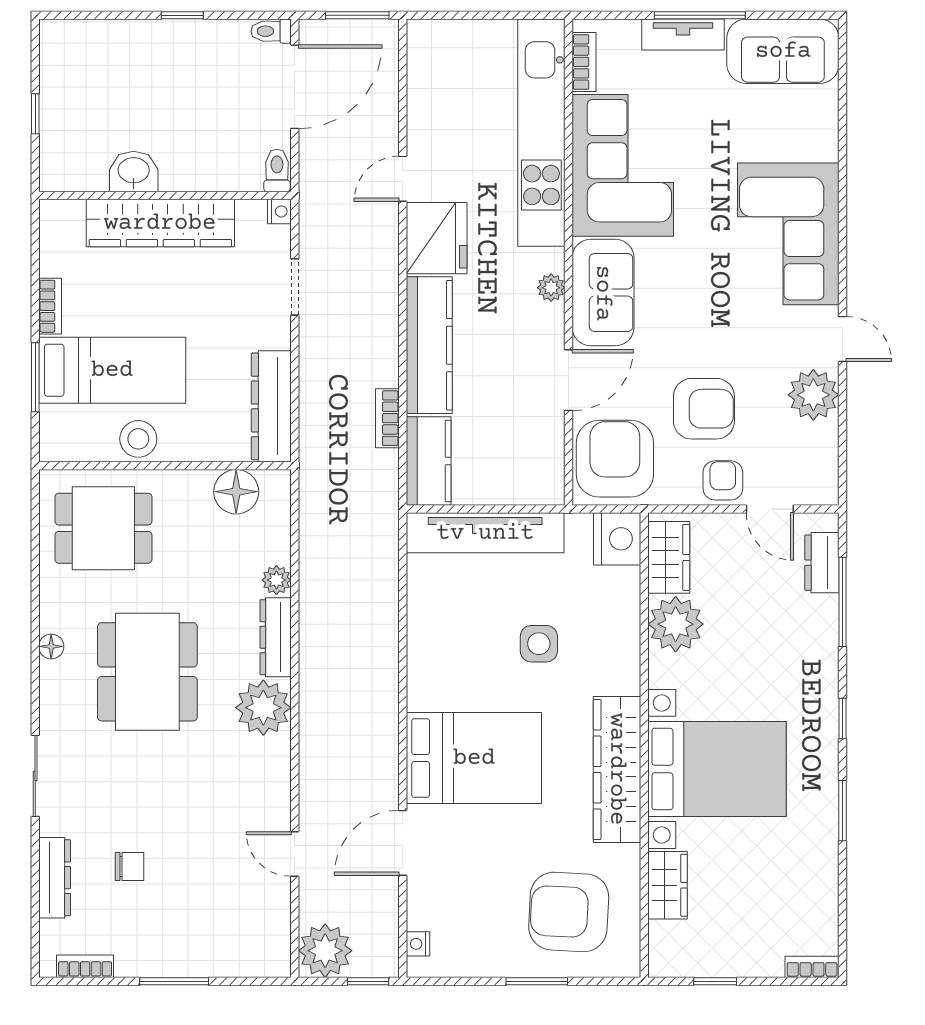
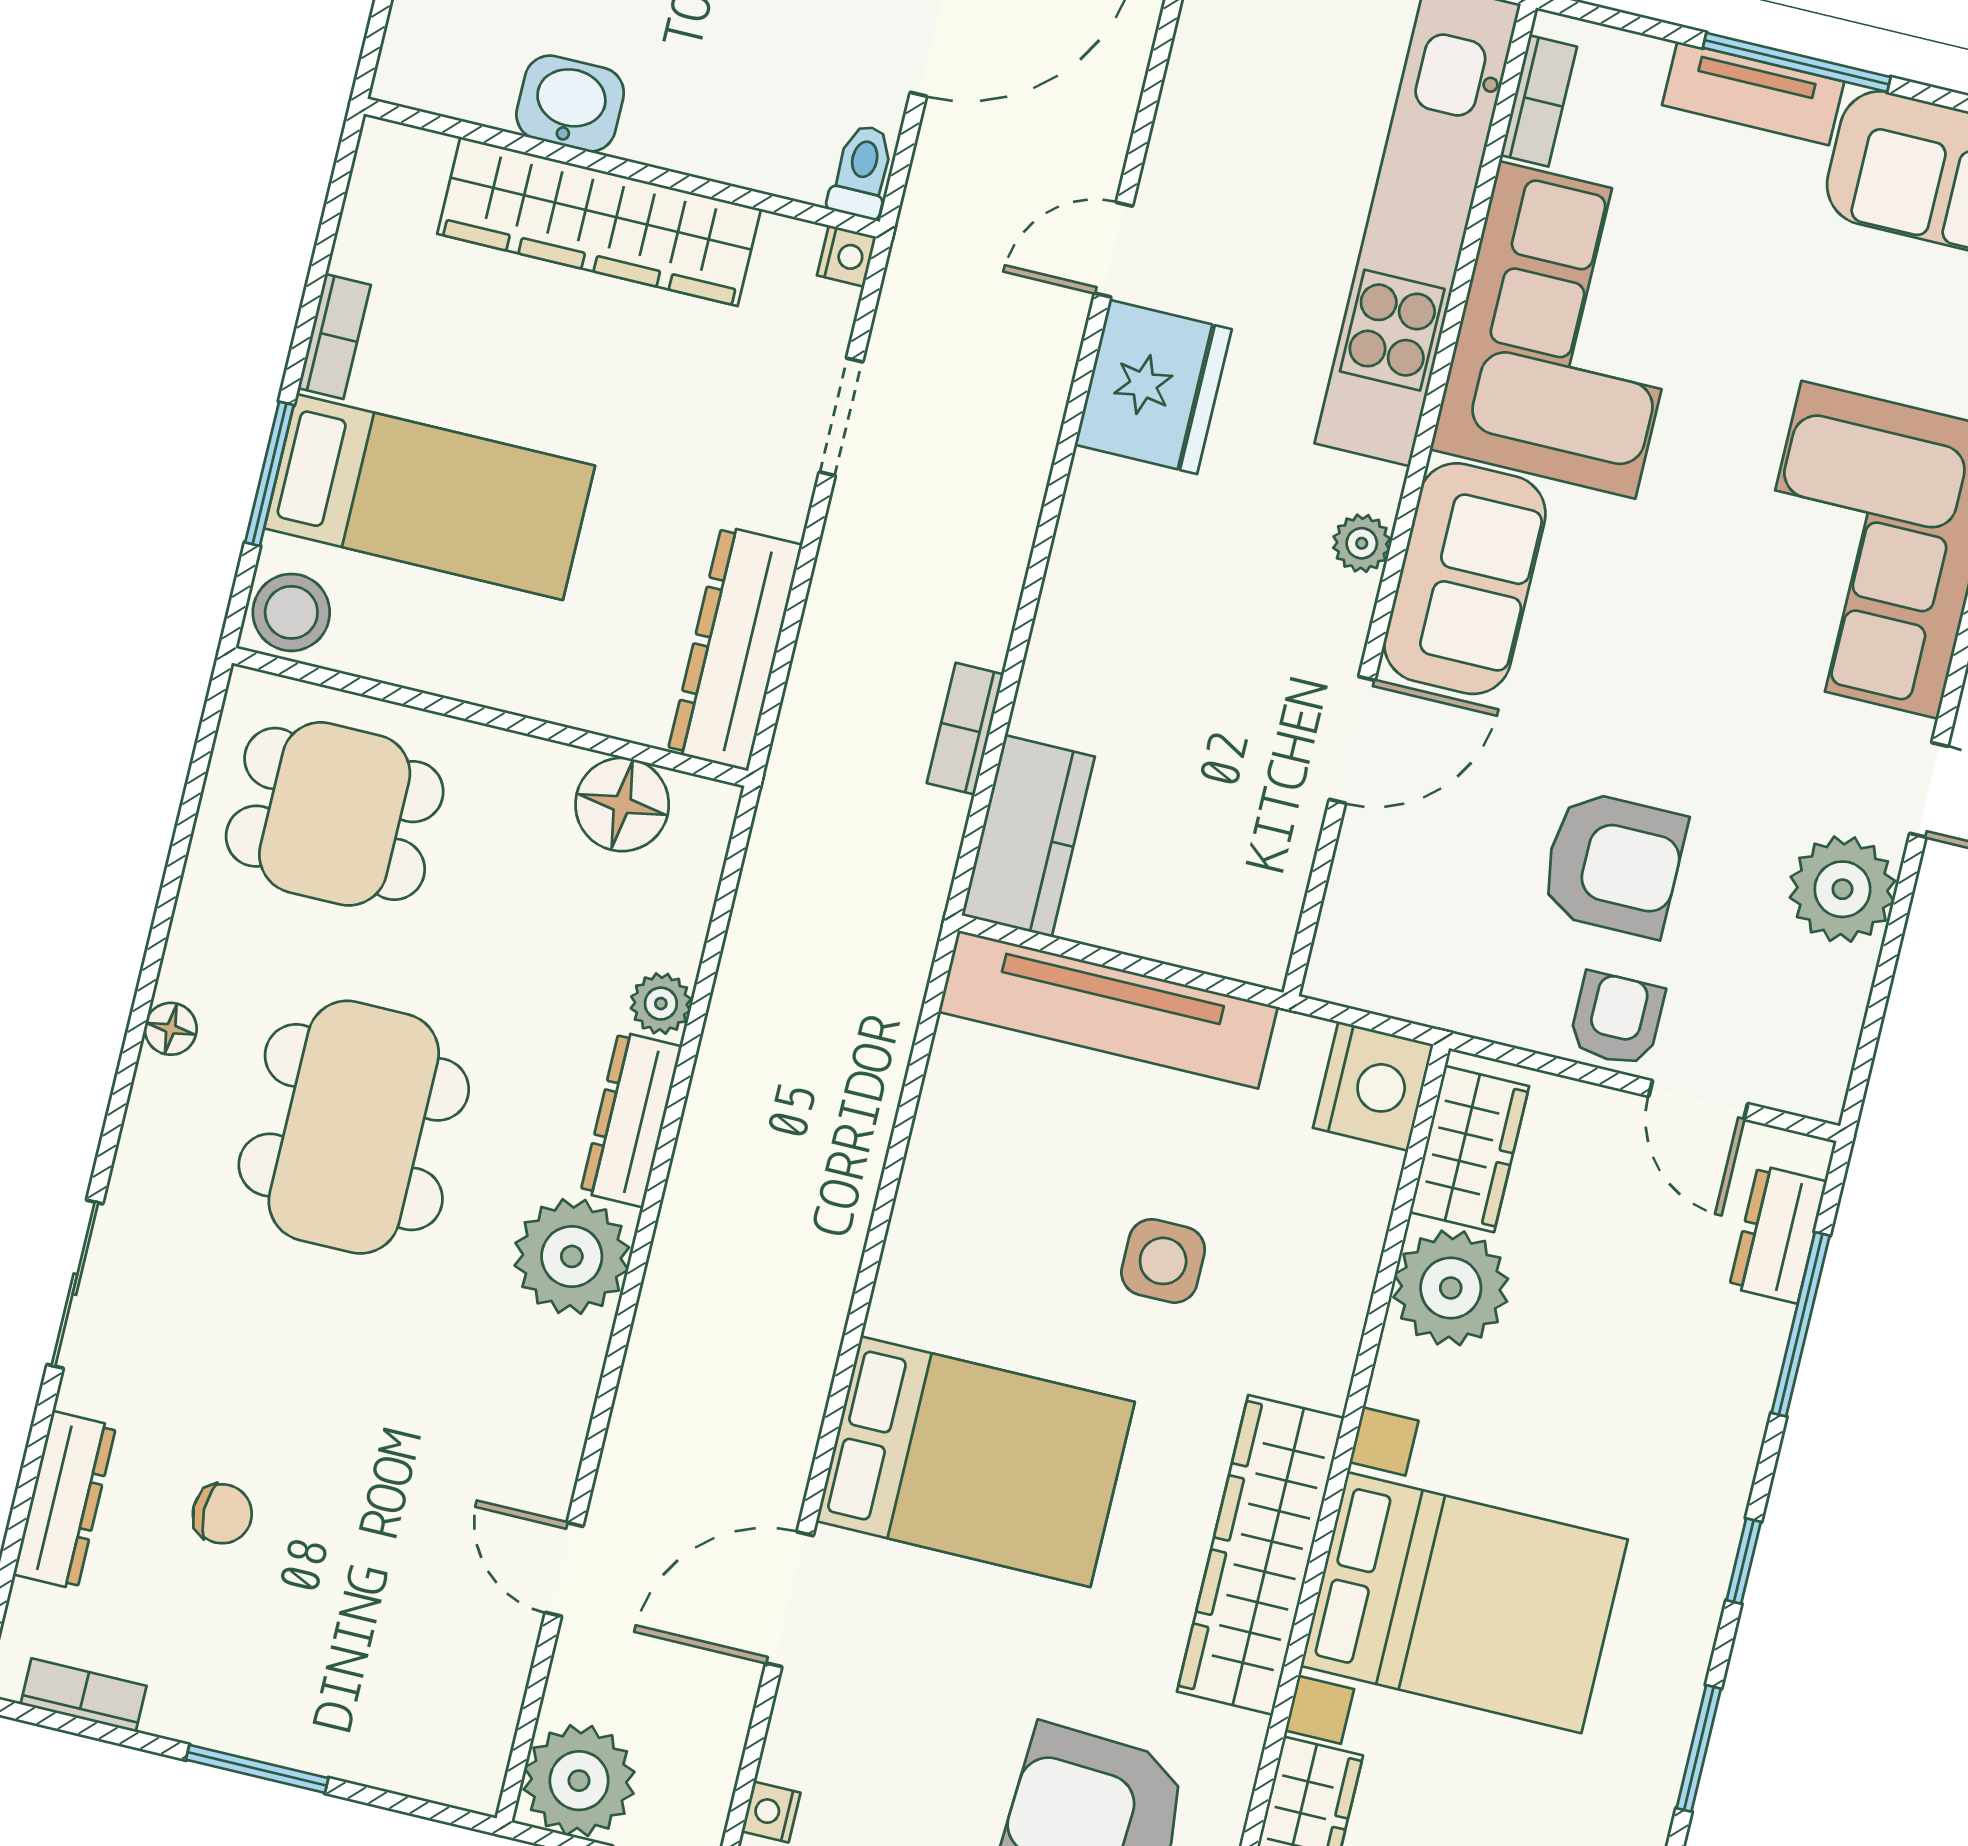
kitchen counter: (429, 345) -> (1086, 601), removed
stool: (138, 439) -> (291, 612), moved
armchair: (615, 459) -> (1408, 922), removed

